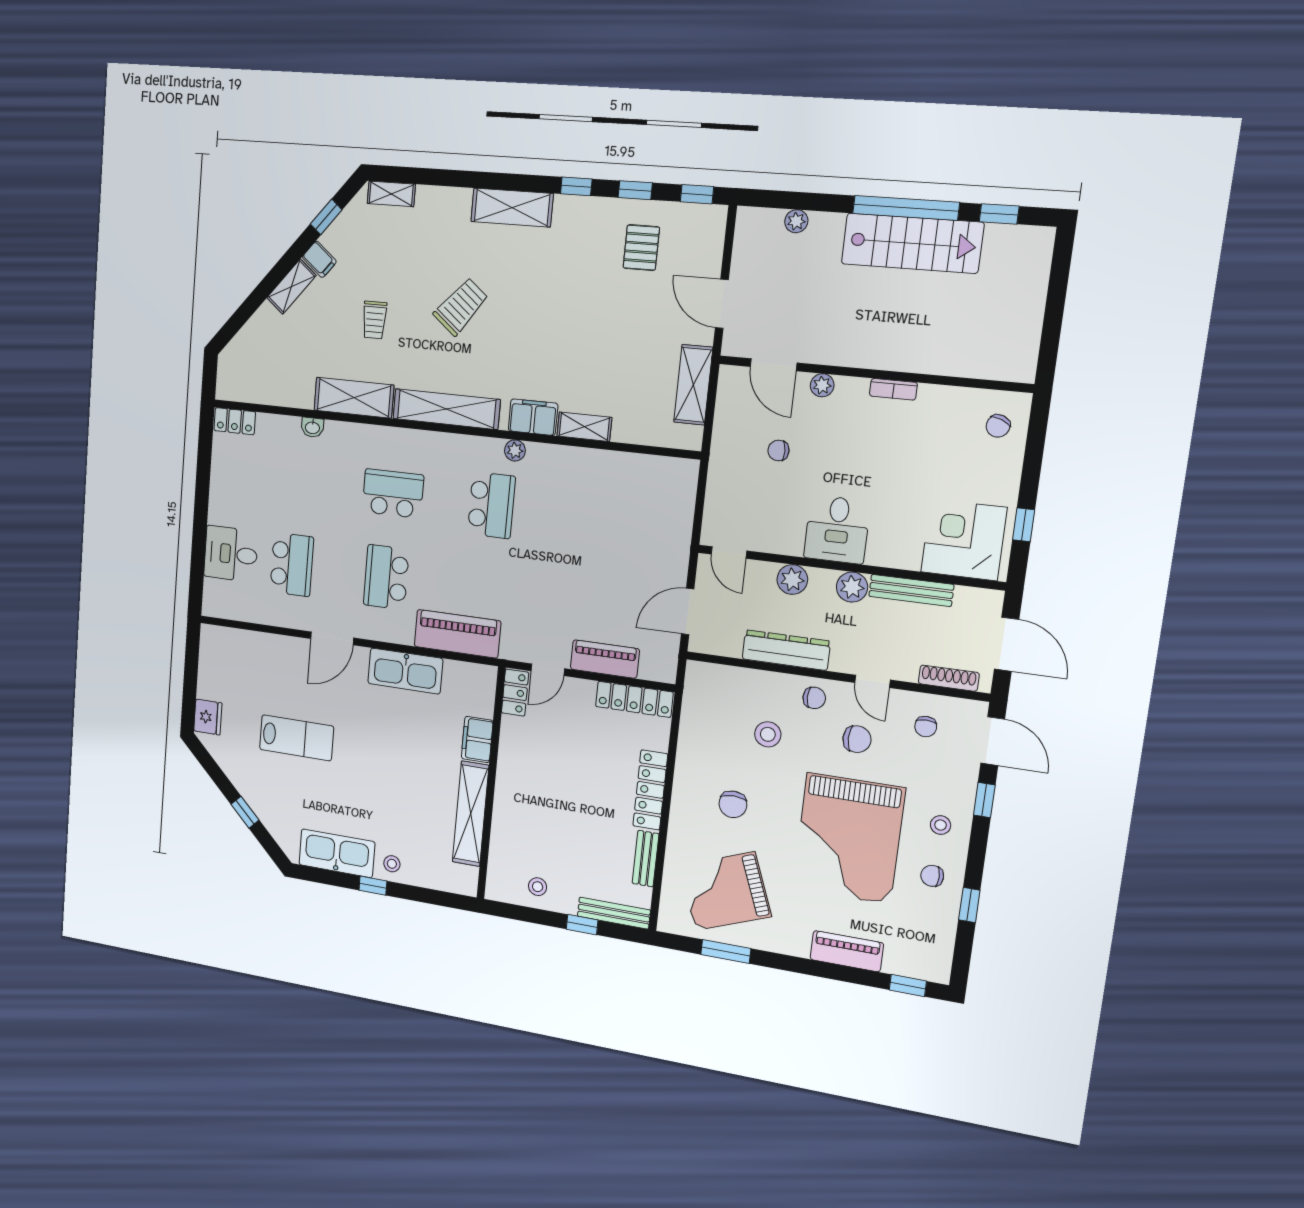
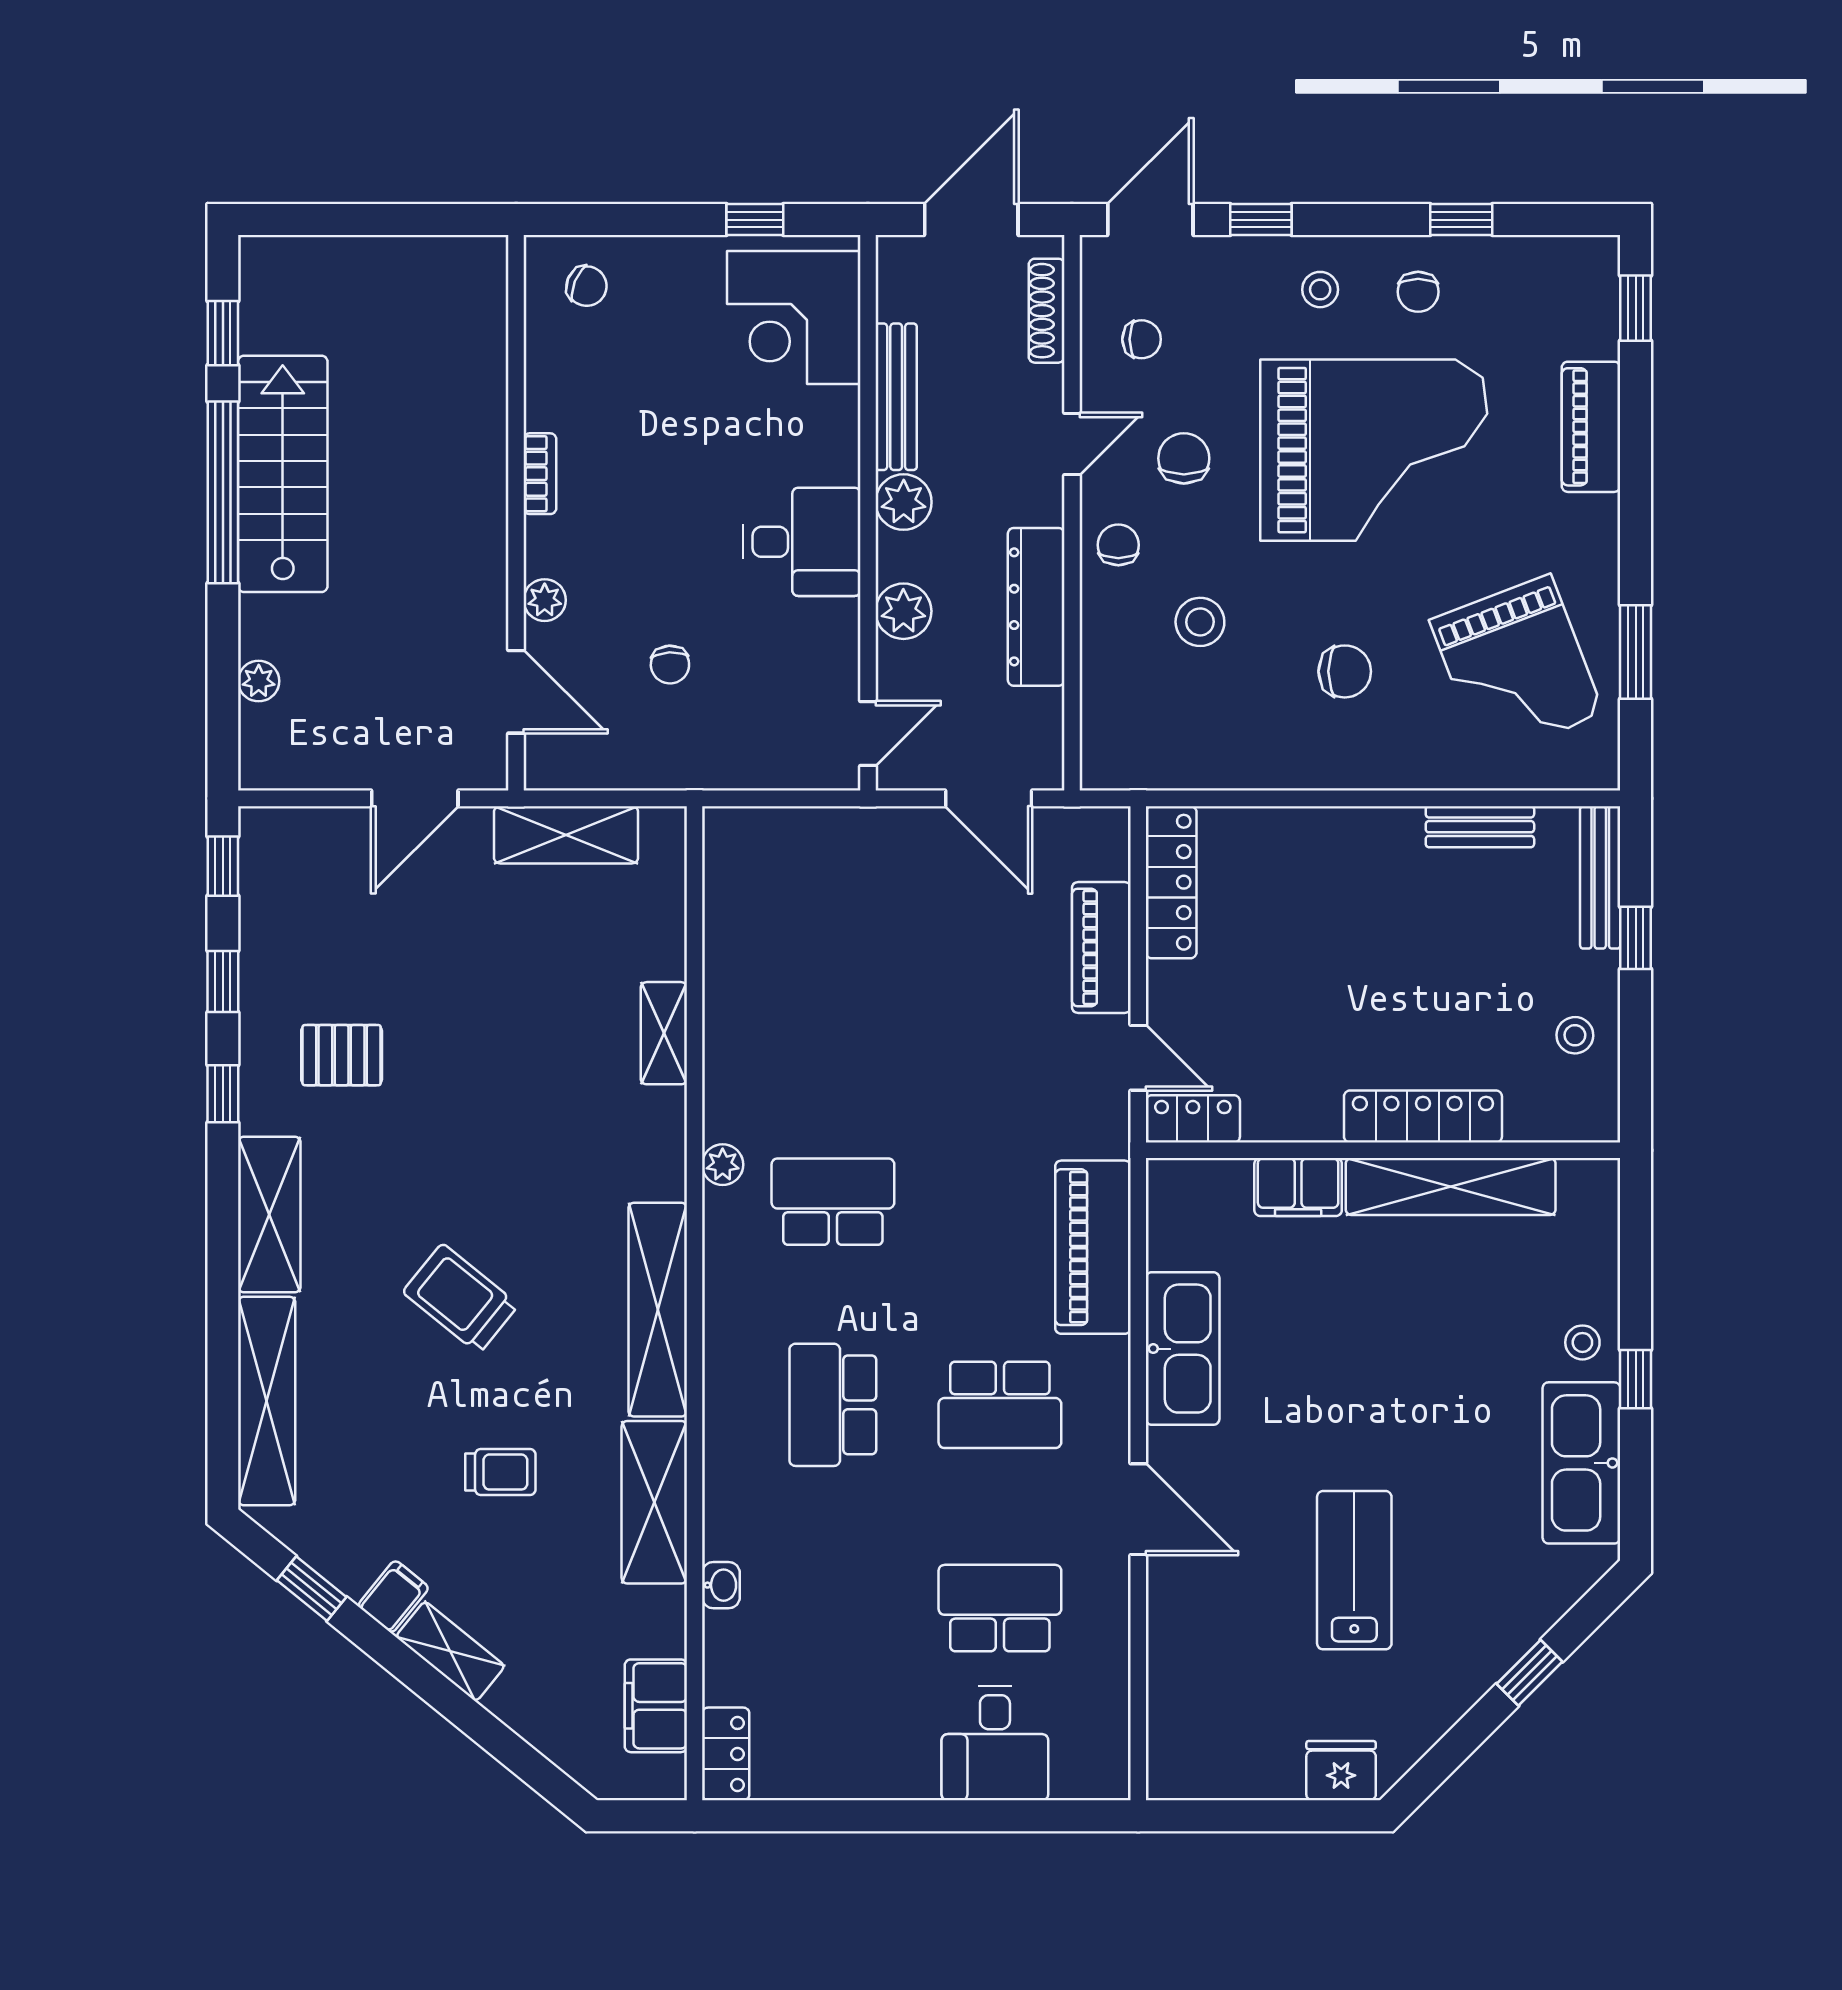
shelving: (391, 194) -> (267, 1401), width x2.20, depth x1.33
pallet: (641, 248) -> (342, 1055), moved
door: (773, 365) -> (516, 692), hinge flipped
filing cabinet: (533, 417) -> (656, 1706), moved
locker: (650, 790) -> (1423, 1117), moved, turned 180

